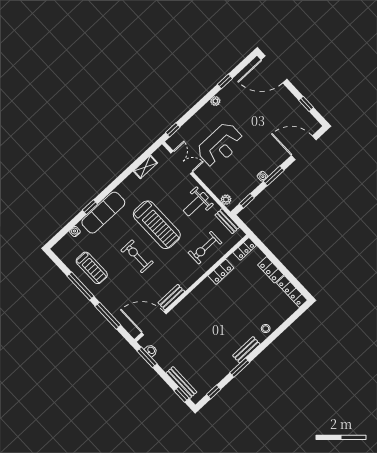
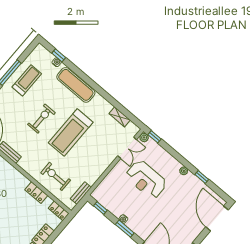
plant: (226, 200) -> (144, 137), moved
weight bench: (196, 204) -> (92, 164), removed
window: (90, 207) -> (59, 55), moved
treadmill: (92, 268) -> (27, 80), turned 180

